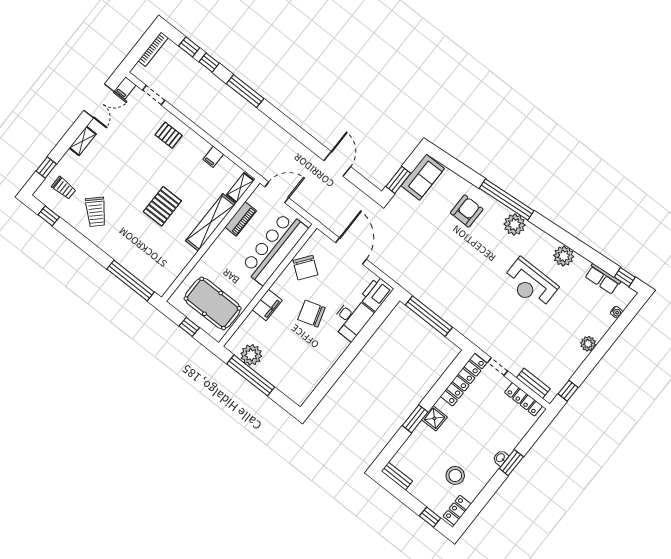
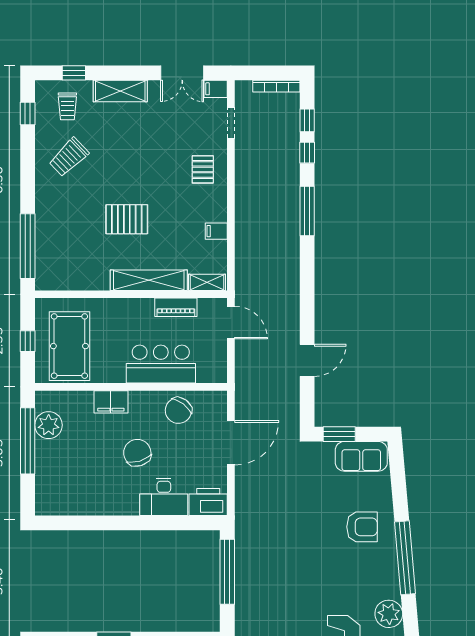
shelving: (83, 141) -> (120, 91), width x1.50, depth x1.33
plant: (515, 224) -> (389, 614), moved
bar counter: (274, 248) -> (161, 364), width x0.73

